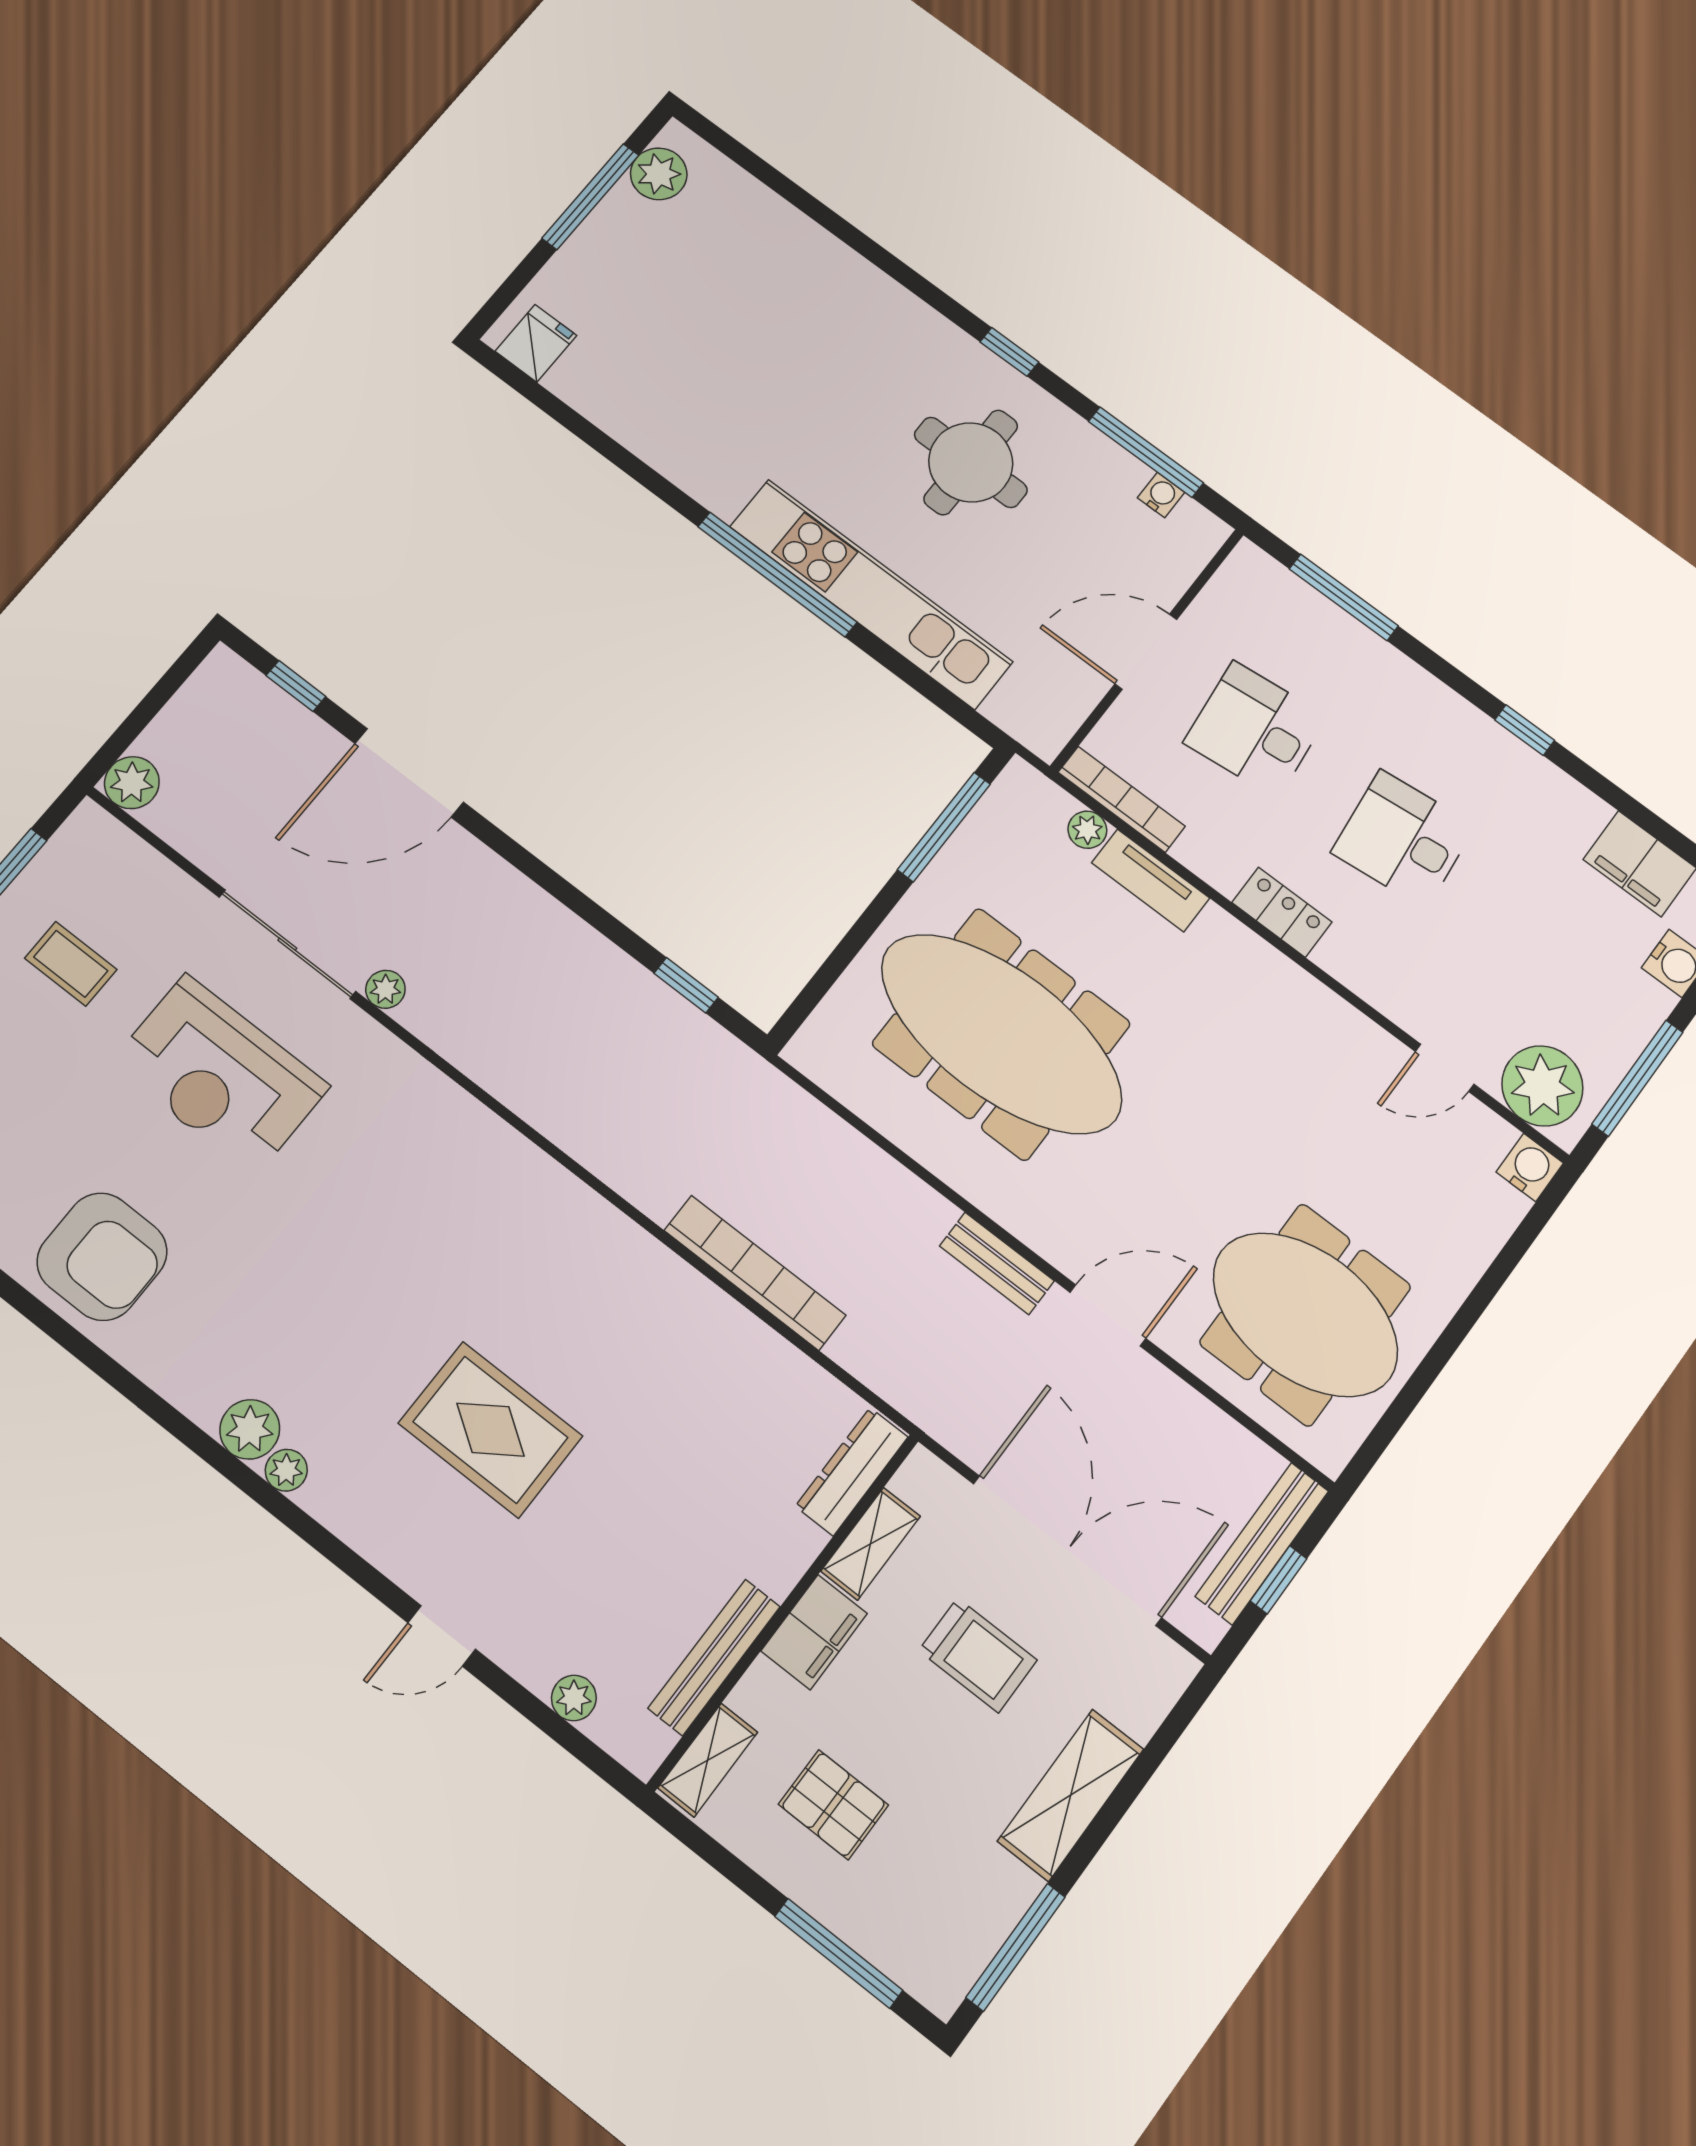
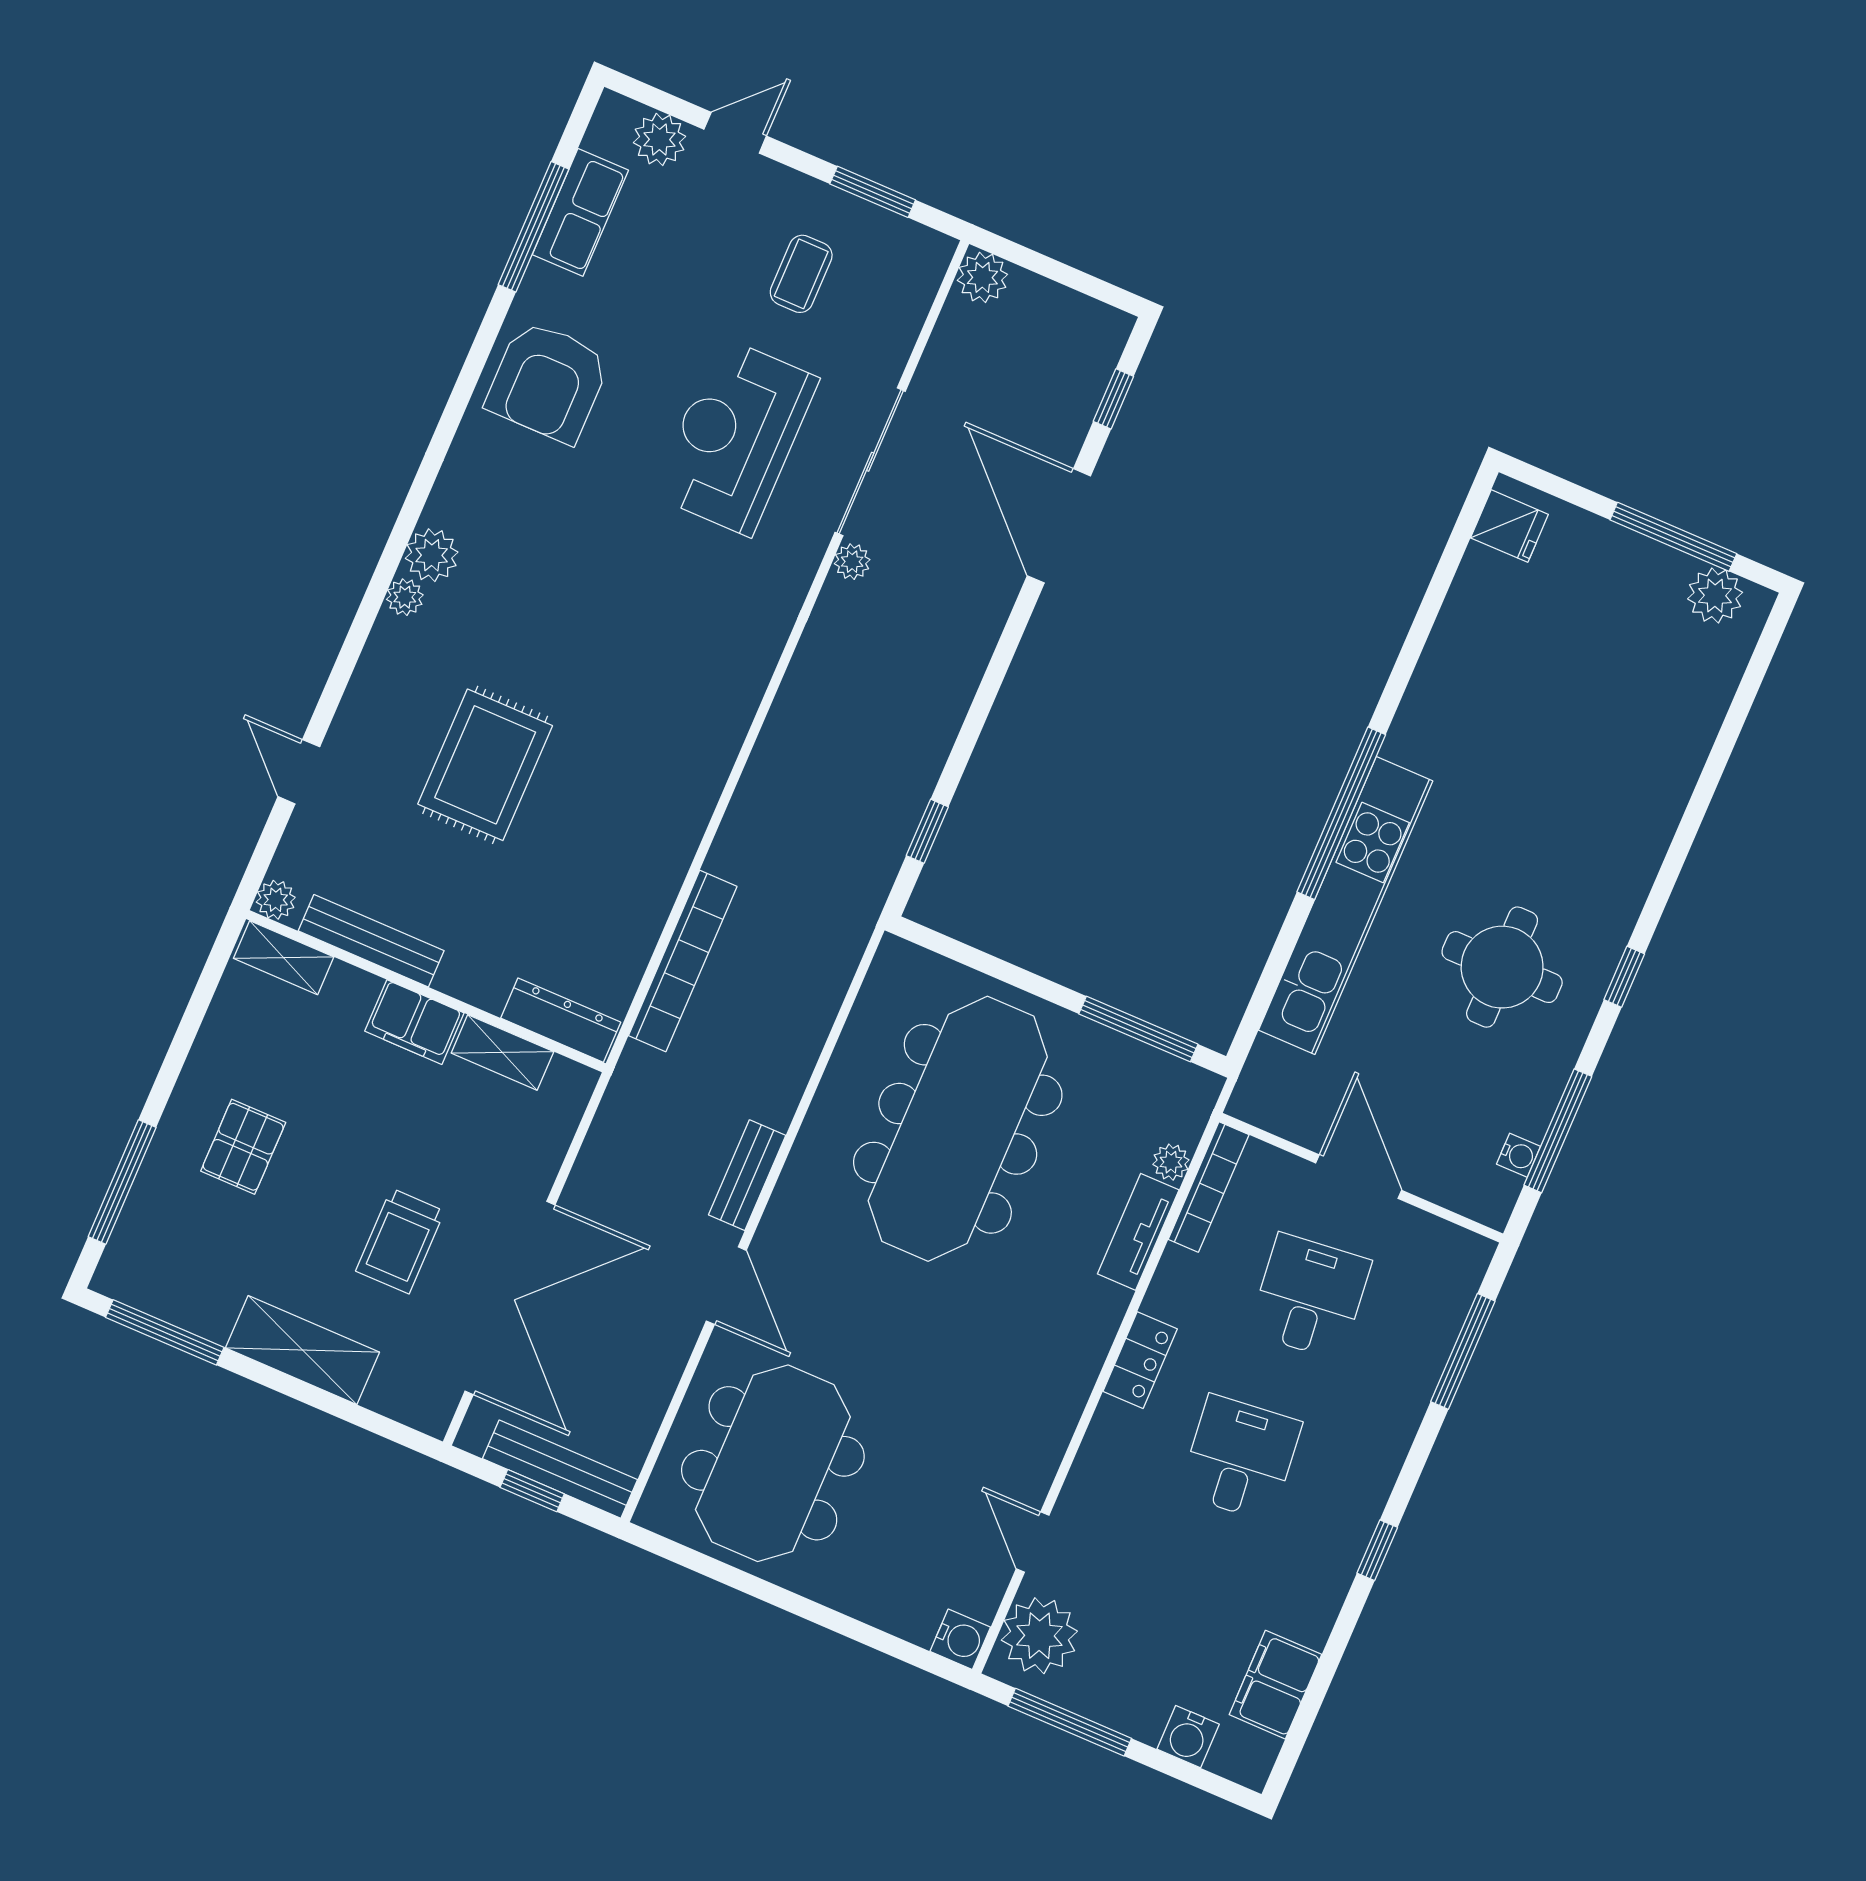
dresser: (852, 1472) -> (561, 1020), moved
shelving: (871, 1544) -> (502, 1052), moved
wall: (784, 1611) -> (426, 991), moved
filing cabinet: (814, 1632) -> (414, 1022), moved
bench: (714, 1657) -> (371, 941), moved
shelving: (708, 1760) -> (284, 958), moved

